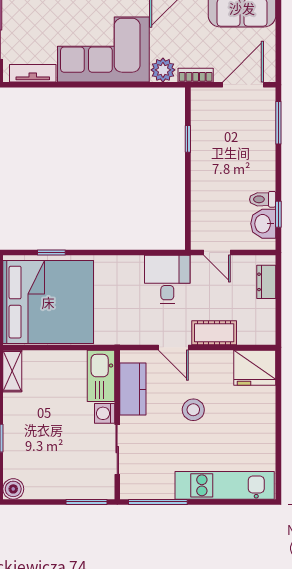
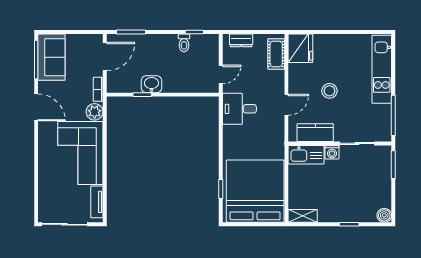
door: (243, 85) -> (105, 57), swing flipped
washbasin: (263, 224) -> (151, 84), moved, turned 180
cot: (214, 333) -> (276, 54), moved

